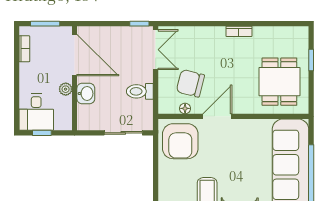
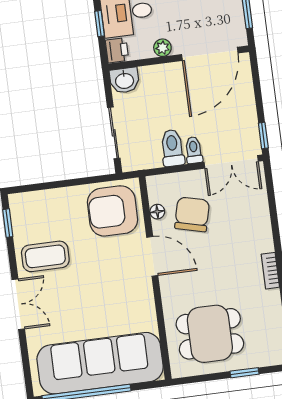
toilet: (143, 76) -> (194, 150), added
washbasin: (86, 94) -> (124, 80), moved
printer: (63, 123) -> (117, 50), added

